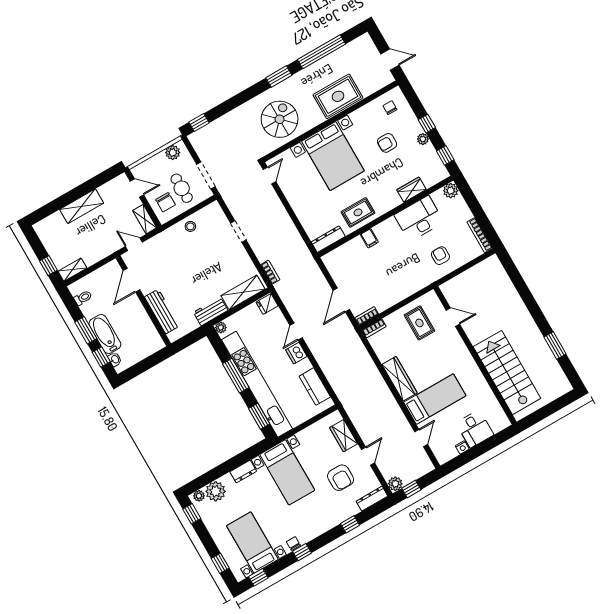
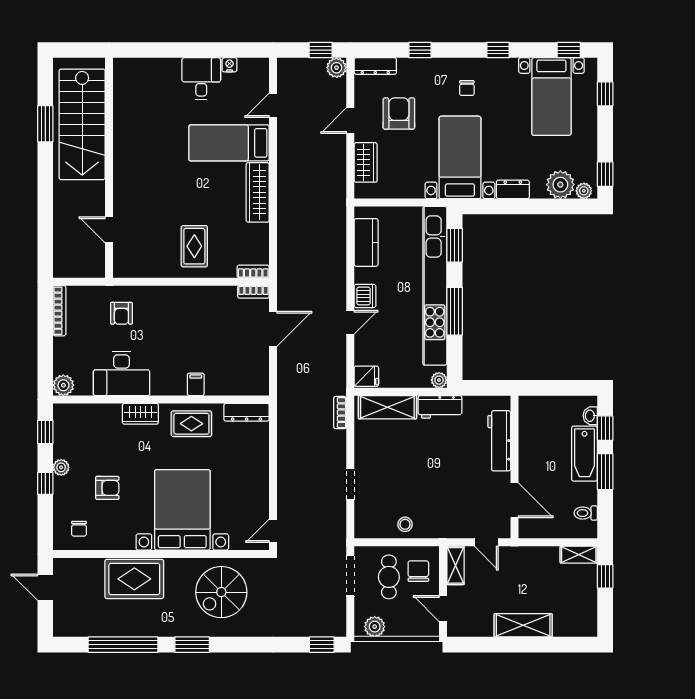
wardrobe: (411, 190) -> (140, 414), moved
door: (132, 280) -> (514, 500), hinge flipped
door: (453, 317) -> (109, 230), moved
wall: (475, 355) -> (109, 168), moved
stairs: (507, 373) -> (82, 124), moved
chair: (293, 543) -> (467, 88), moved

